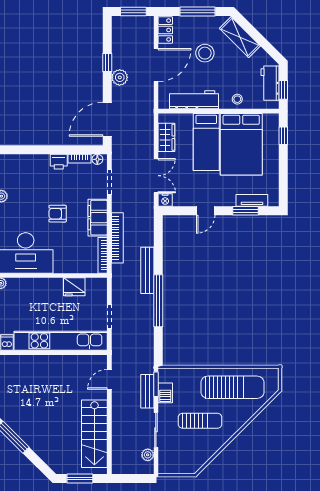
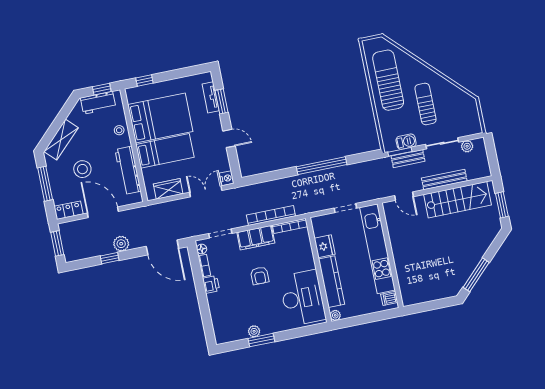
bench: (147, 270) -> (444, 180), moved
kitchen counter: (36, 286) -> (331, 282), added

